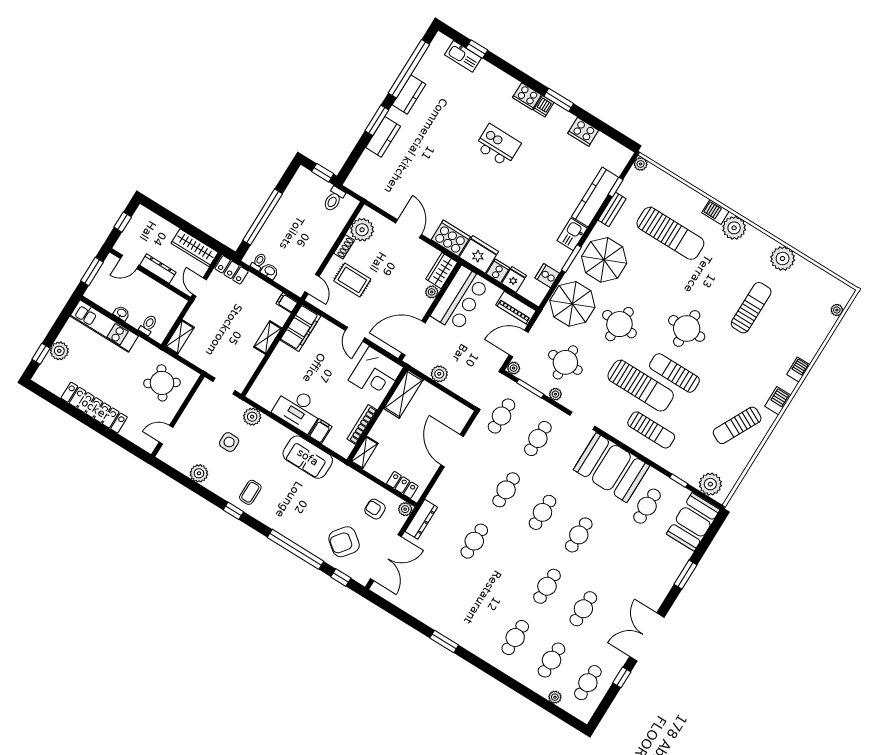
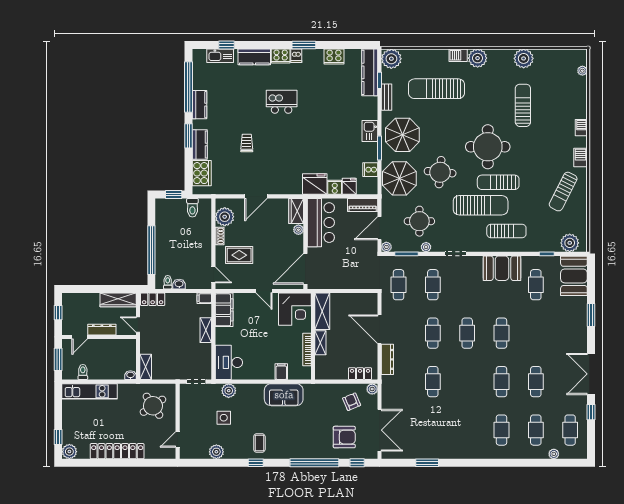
kitchen counter: (498, 80) -> (254, 57), added
plant: (641, 164) -> (391, 59), width x1.87, depth x1.87
trolley: (434, 166) -> (247, 143), added
kitchen counter: (595, 197) -> (370, 72), moved
door: (409, 229) -> (256, 196), swing flipped
sun lounger: (670, 233) -> (436, 89), turned 180
cooker: (451, 238) -> (202, 173), moved, turned 90
washbasin: (122, 313) -> (130, 375), moved
toilet: (148, 325) -> (83, 372), moved
round table: (687, 328) -> (488, 147), width x1.36, depth x1.36
plant: (59, 351) -> (69, 452), moved
plant: (439, 374) -> (338, 282), removed
desk: (298, 409) -> (229, 362), moved, turned 90
shelving: (364, 453) -> (320, 343), moved
booth: (611, 468) -> (502, 268), width x0.73, depth x0.70
armchair: (375, 509) -> (352, 402), turned 67
dresser: (421, 519) -> (387, 359), moved
armchair: (344, 542) -> (344, 437), turned -128
window: (444, 642) -> (427, 463), moved

